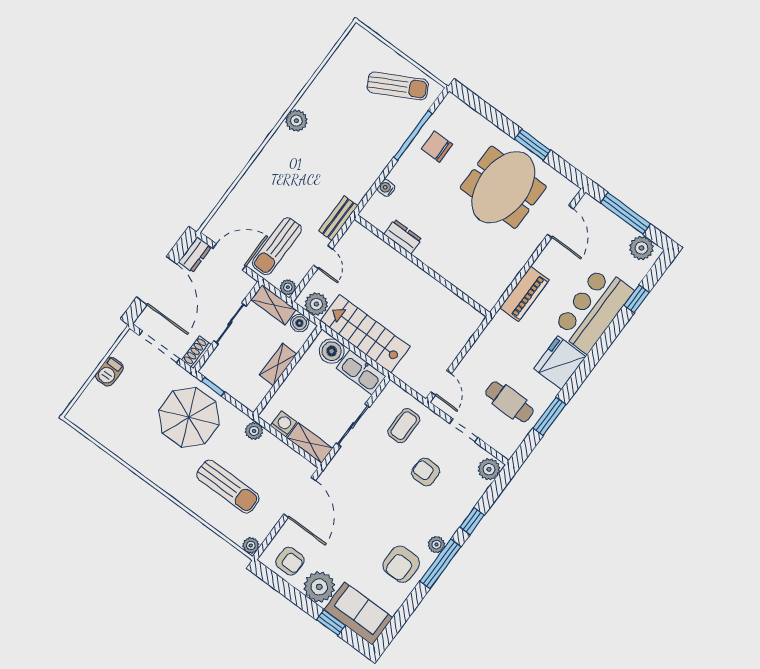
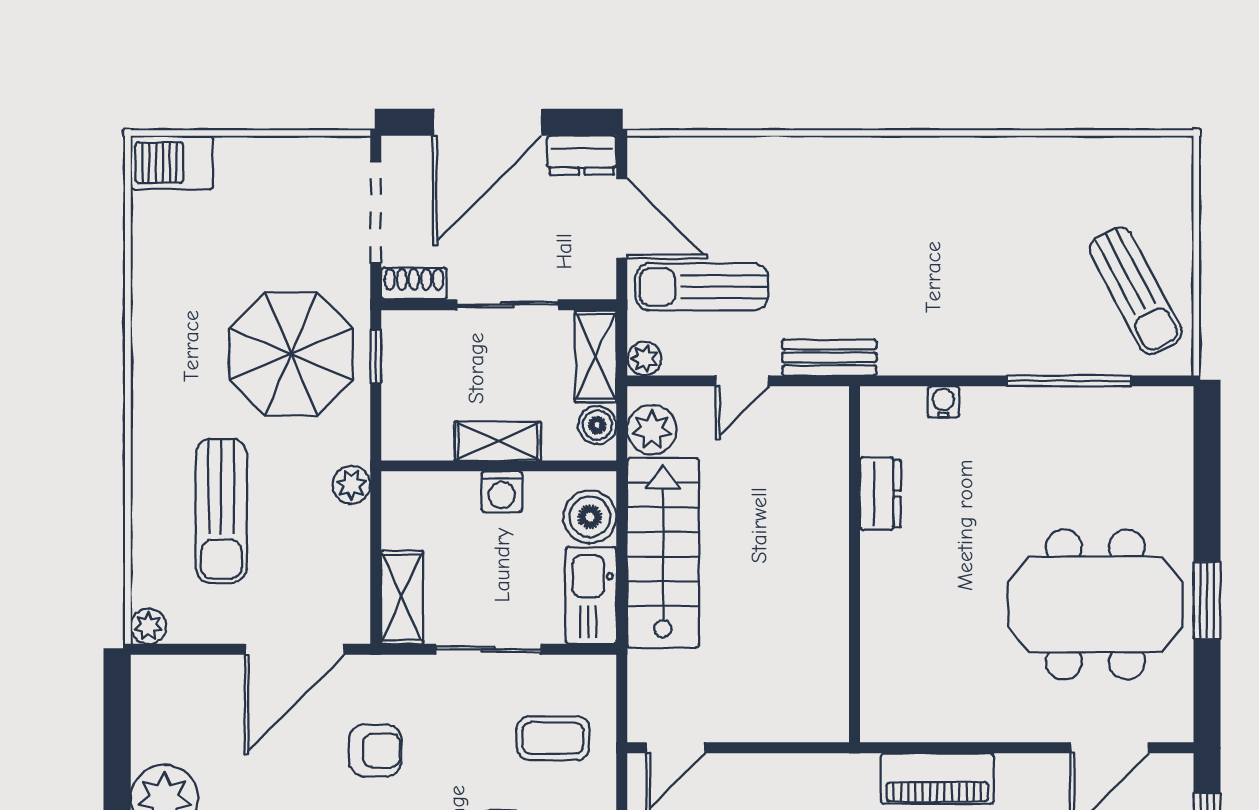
plant: (296, 121) -> (945, 159), removed
chair: (437, 147) -> (1081, 437), removed
barbecue: (109, 372) -> (172, 163), moved, width x1.38, depth x1.27
washing machine: (284, 424) -> (502, 492), moved, turned 90
armchair: (290, 561) -> (375, 750), moved, turned -90

